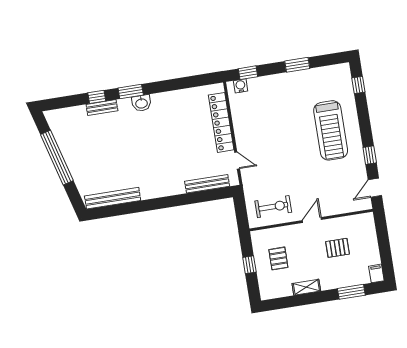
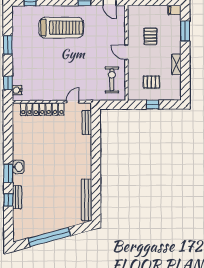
bench: (207, 184) -> (87, 123), width x0.73

